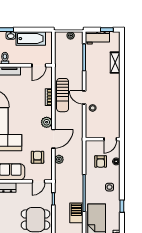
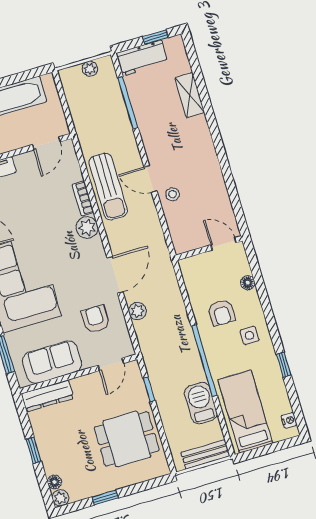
plant: (47, 122) -> (87, 227), moved
door: (110, 139) -> (224, 244), swing flipped
armchair: (101, 161) -> (221, 312), moved

